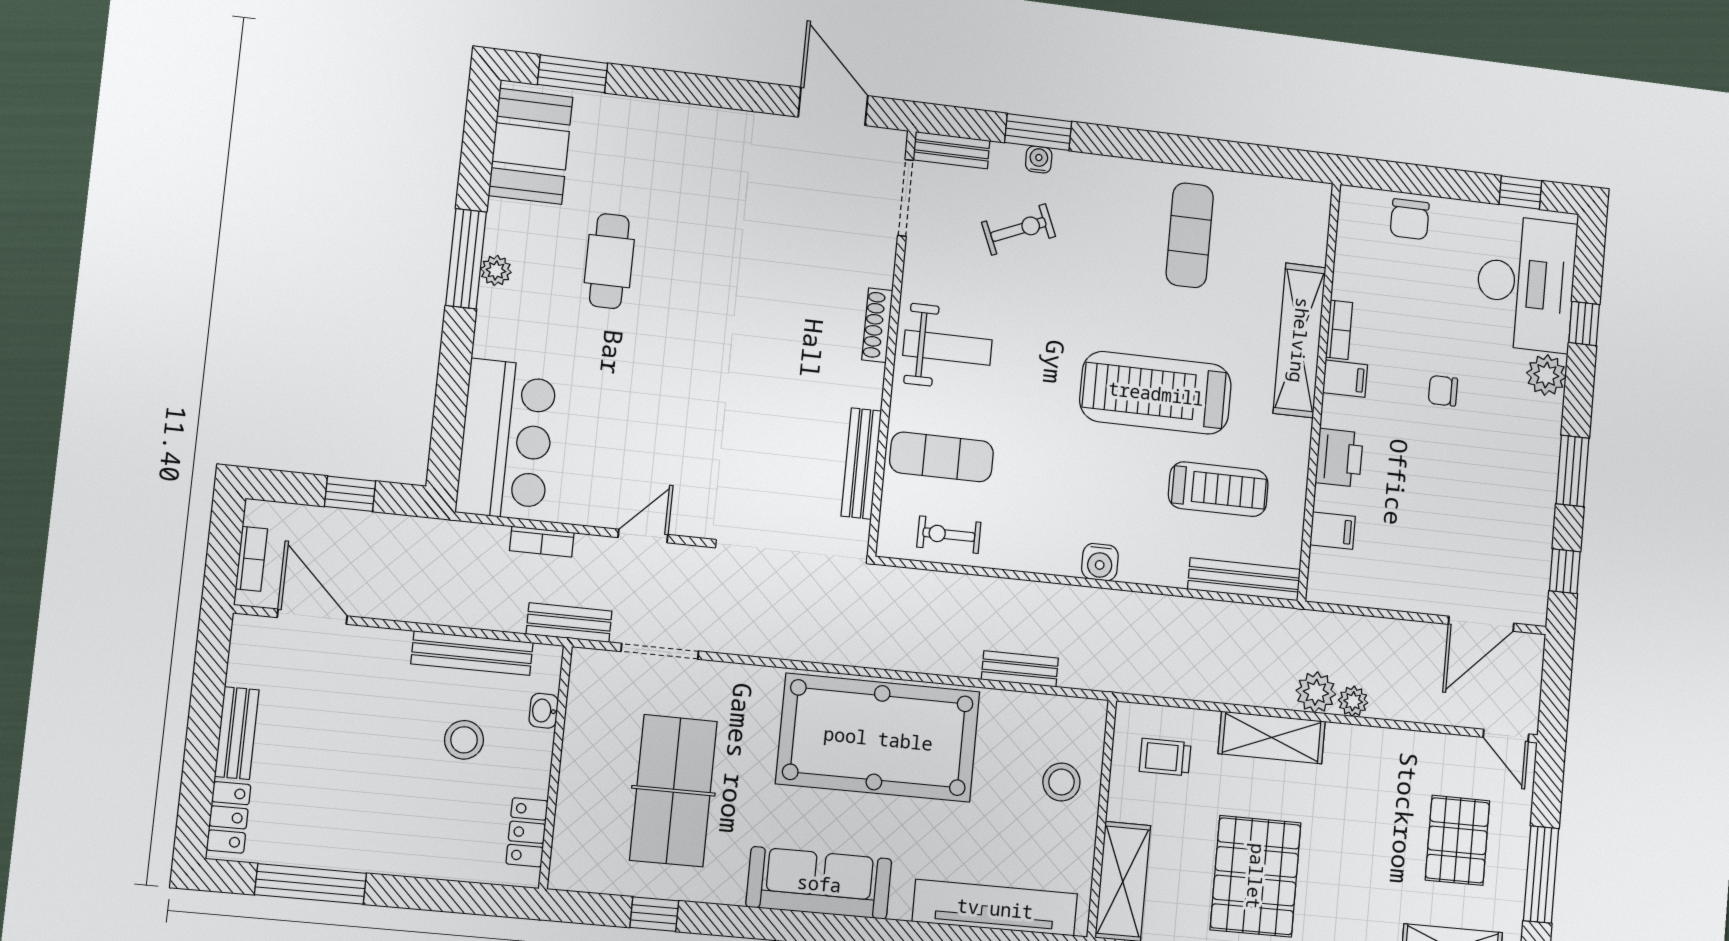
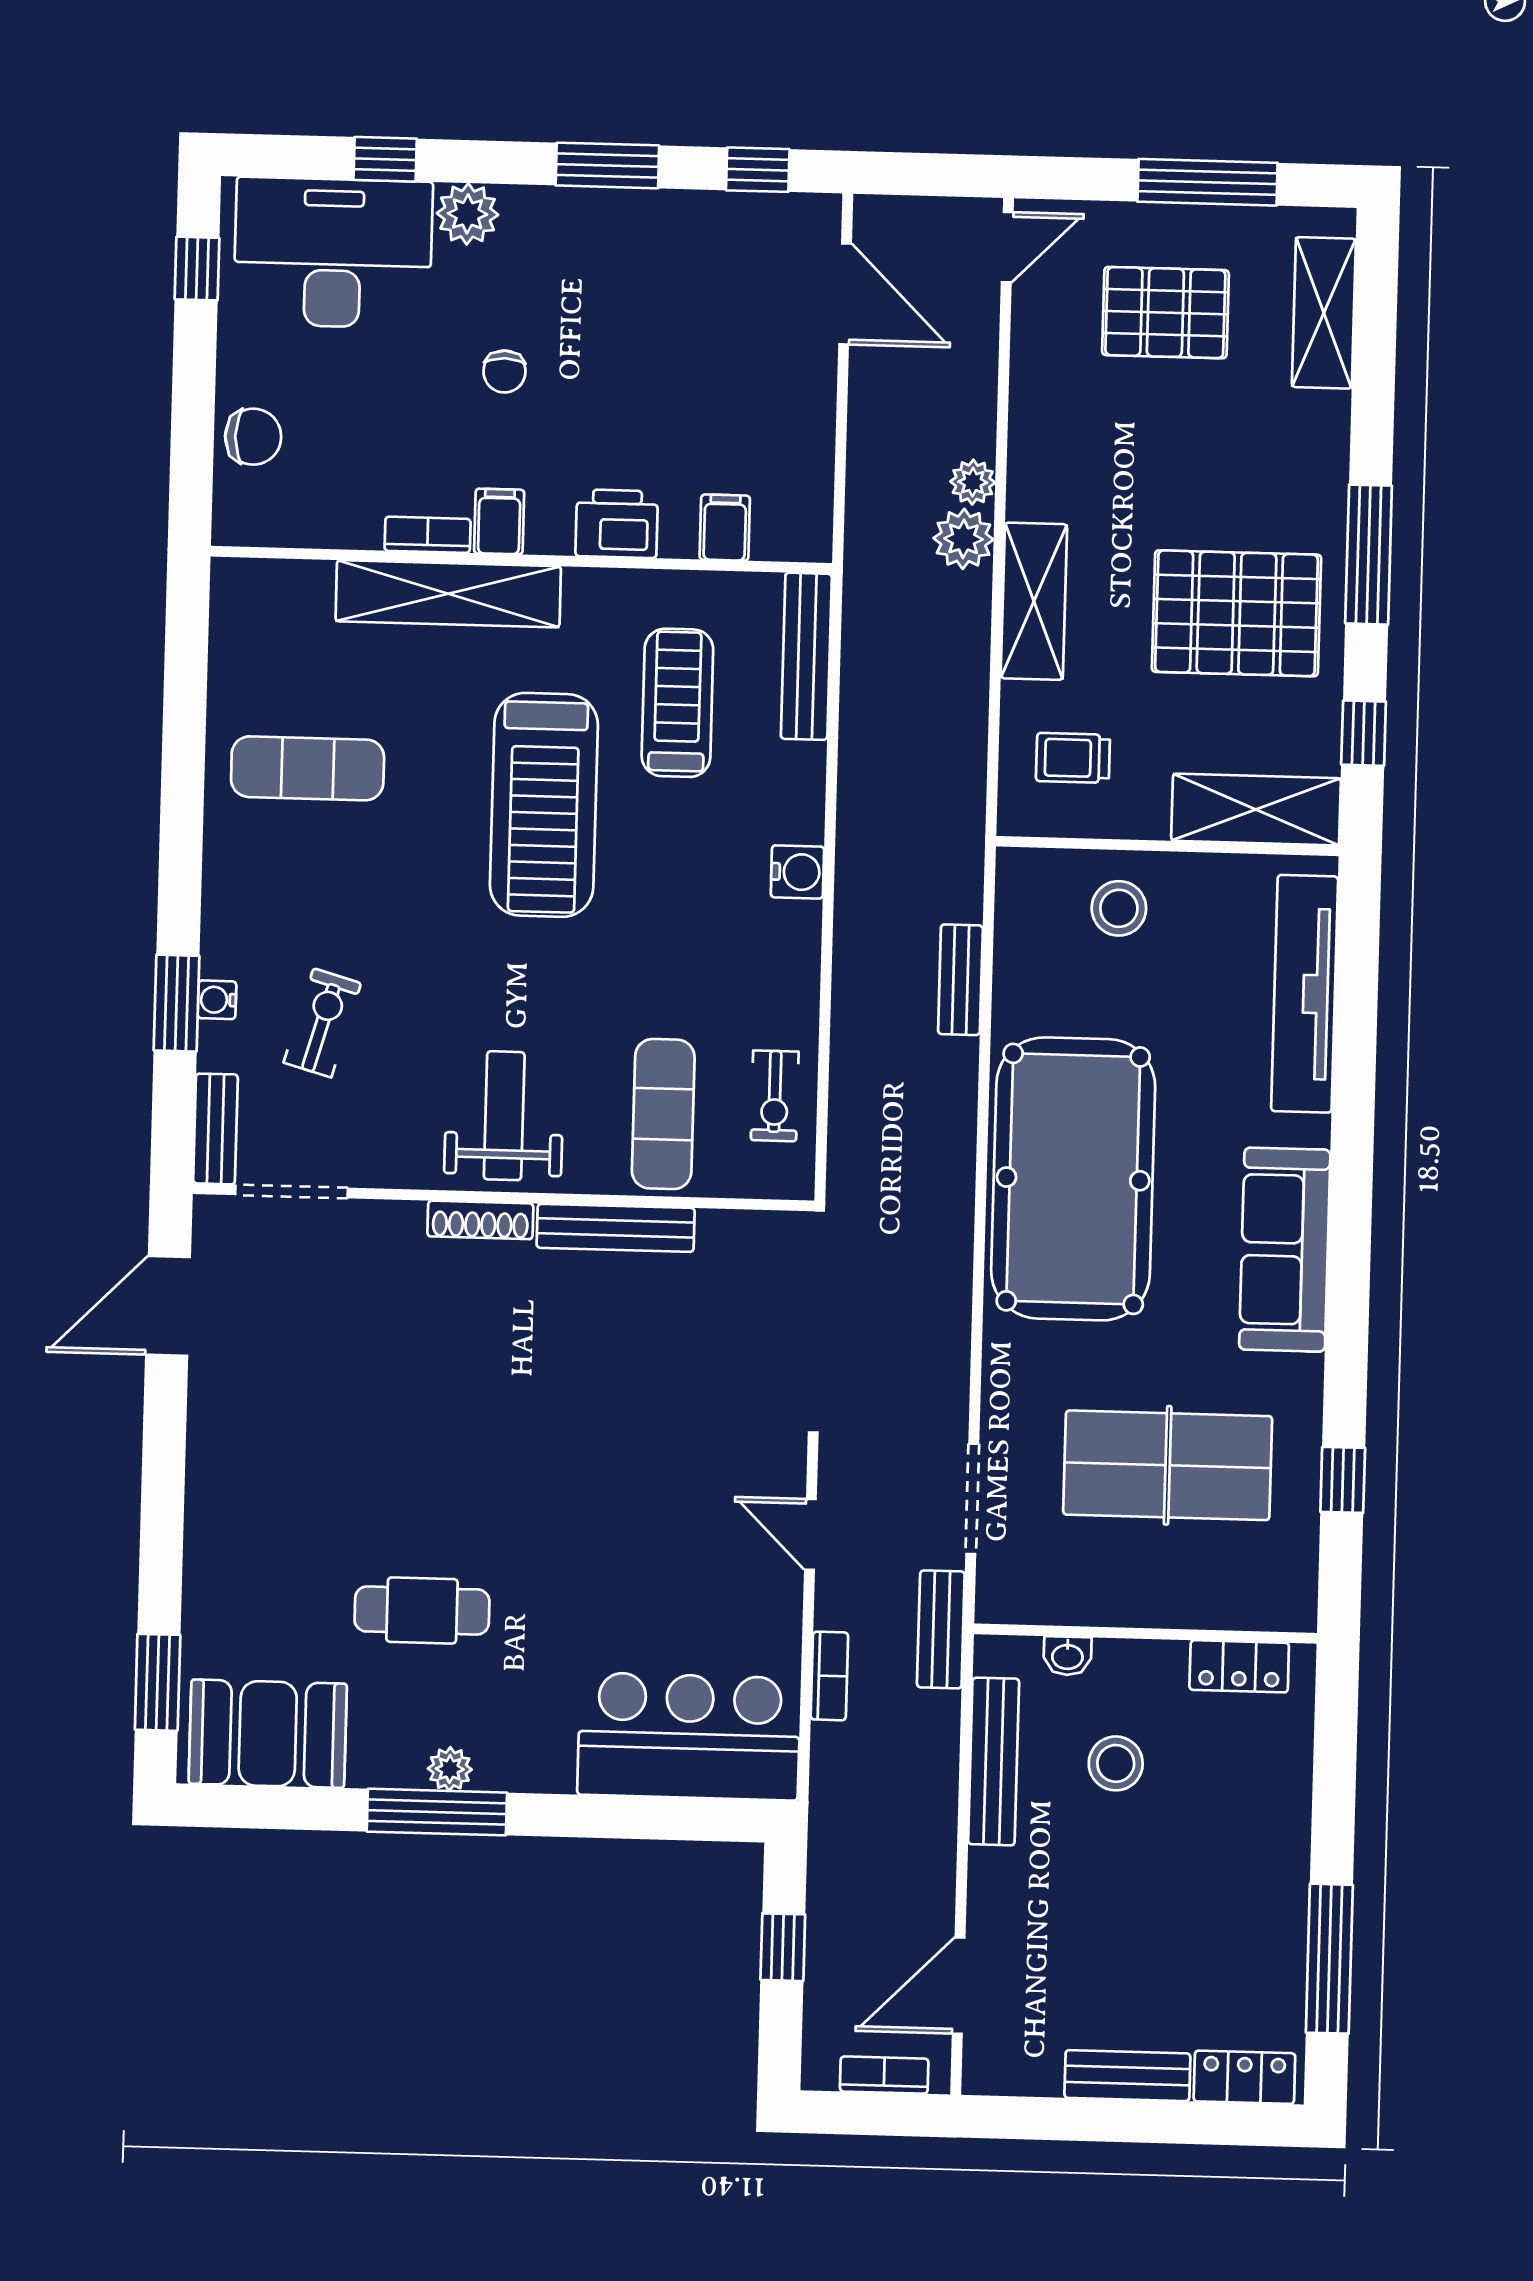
exercise bike: (1019, 229) -> (322, 1023), turned 39
bench: (861, 464) -> (616, 1228), moved
trolley: (1165, 757) -> (1073, 758), turned 90

